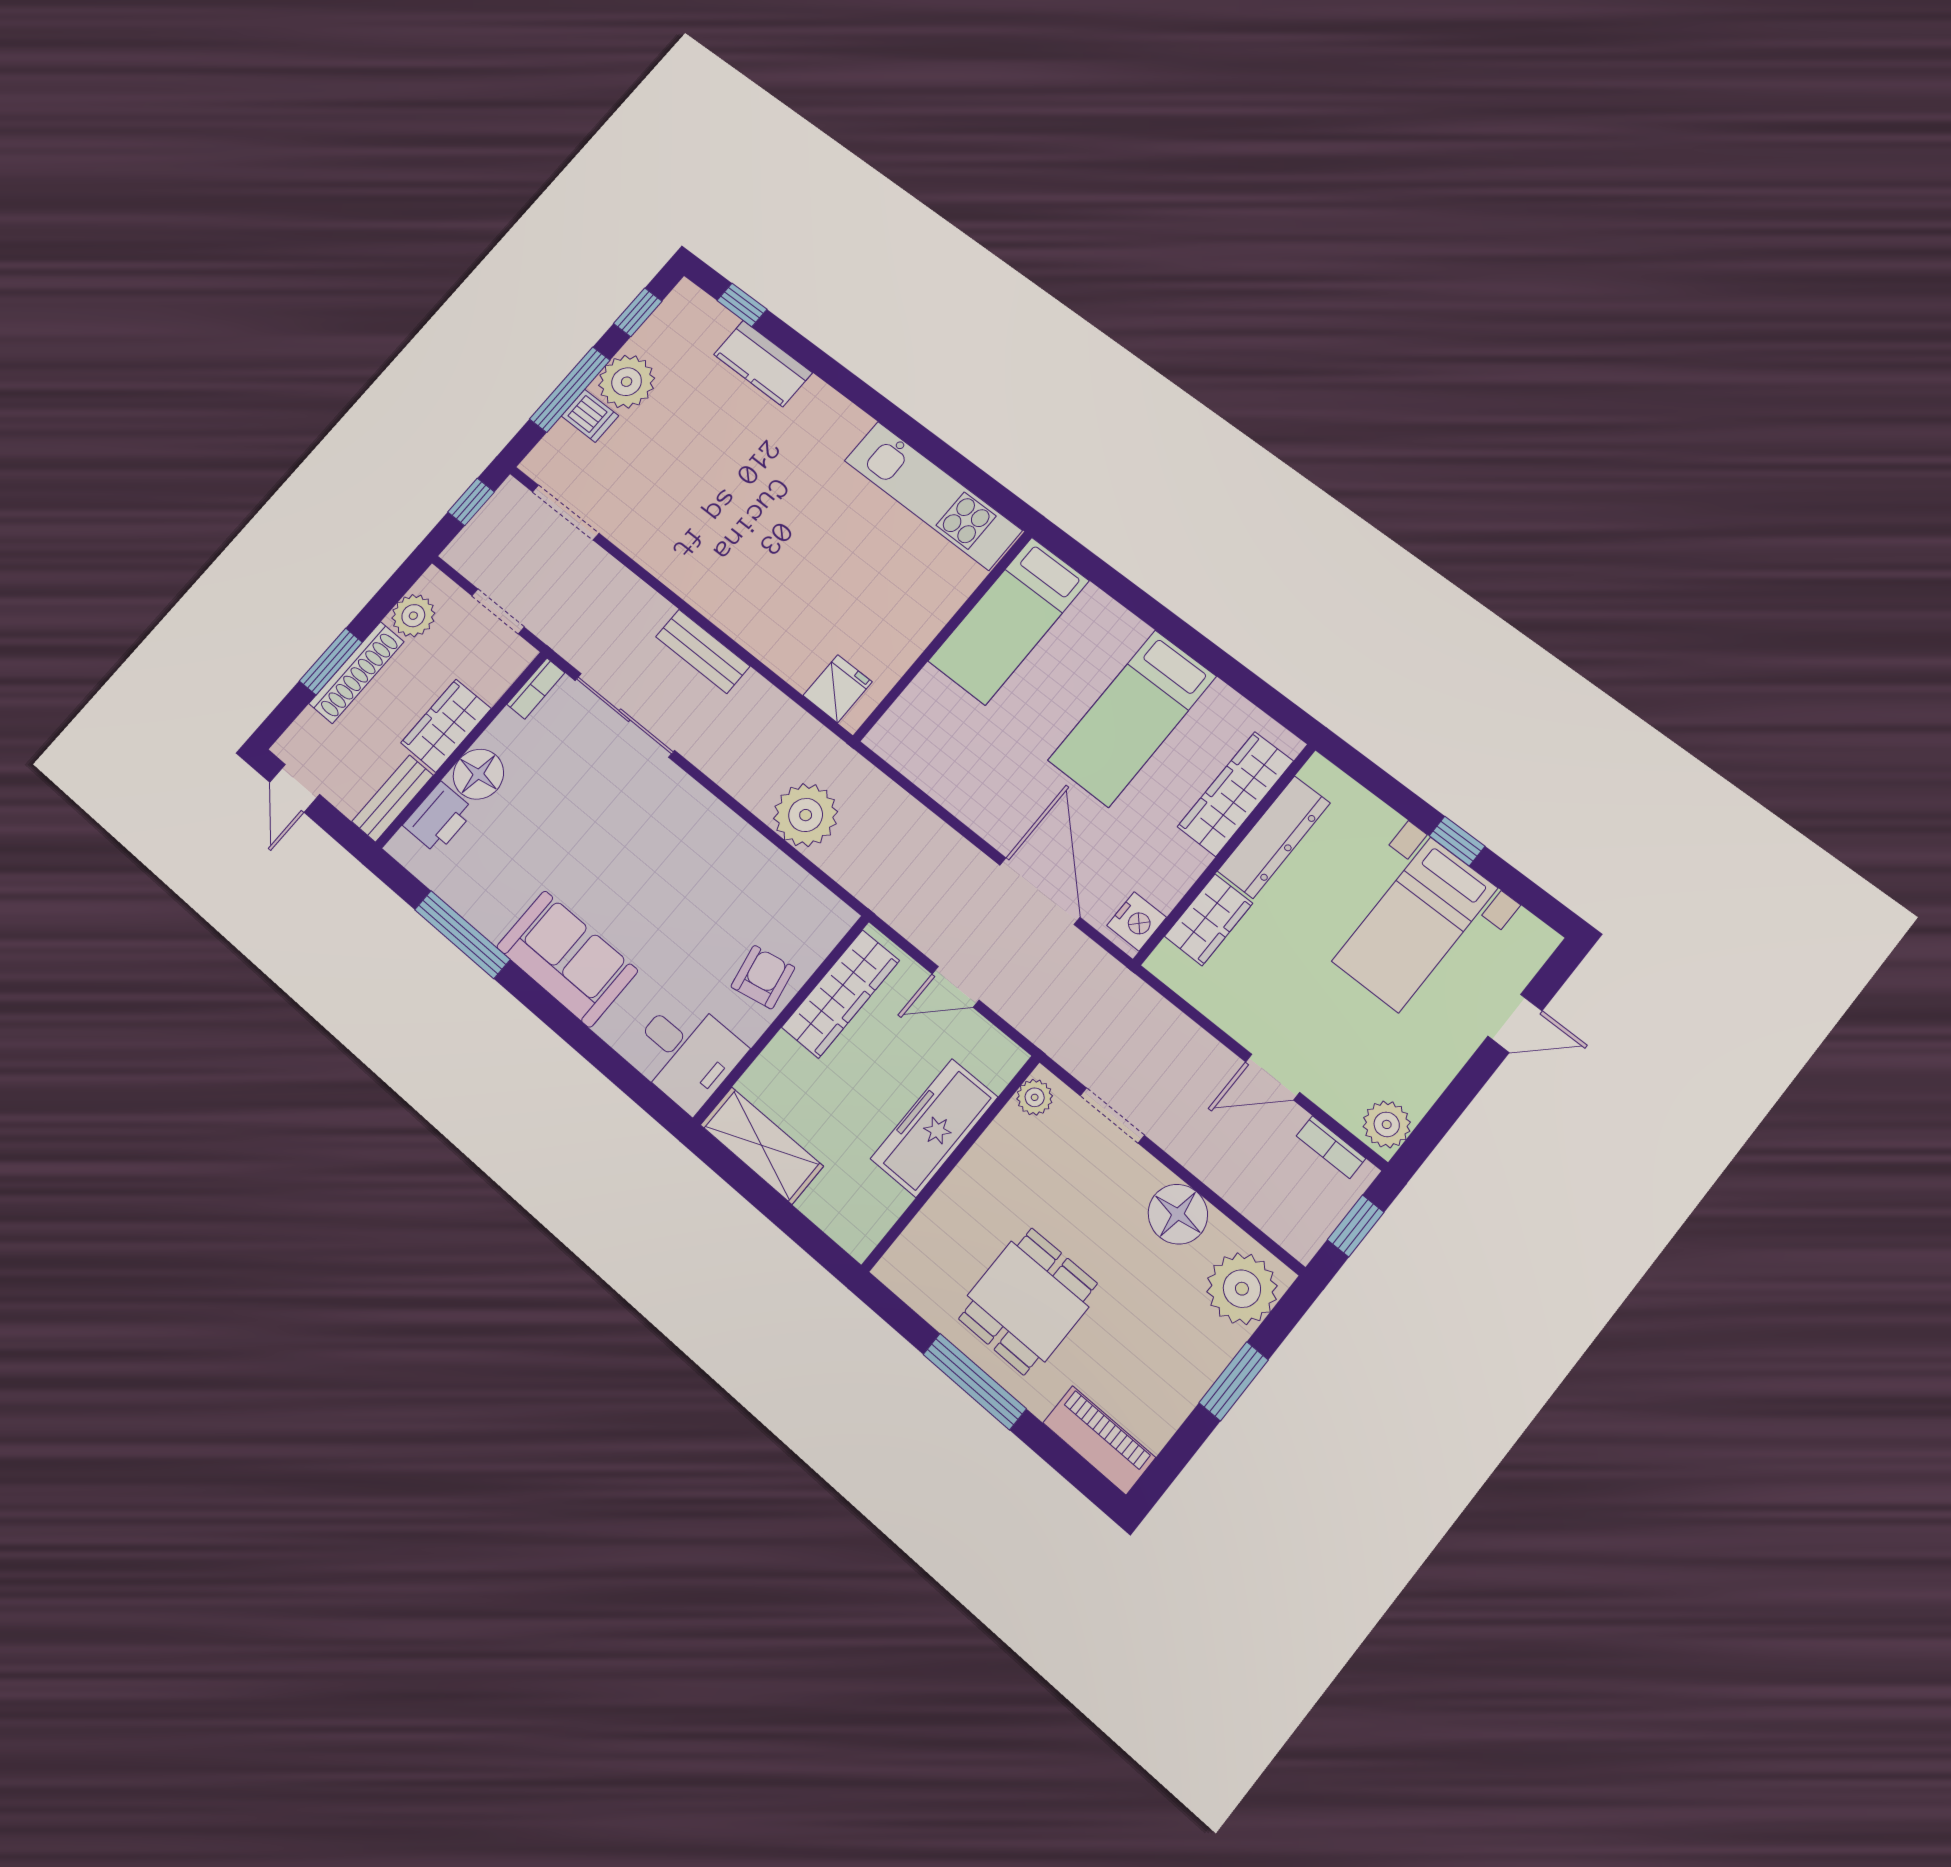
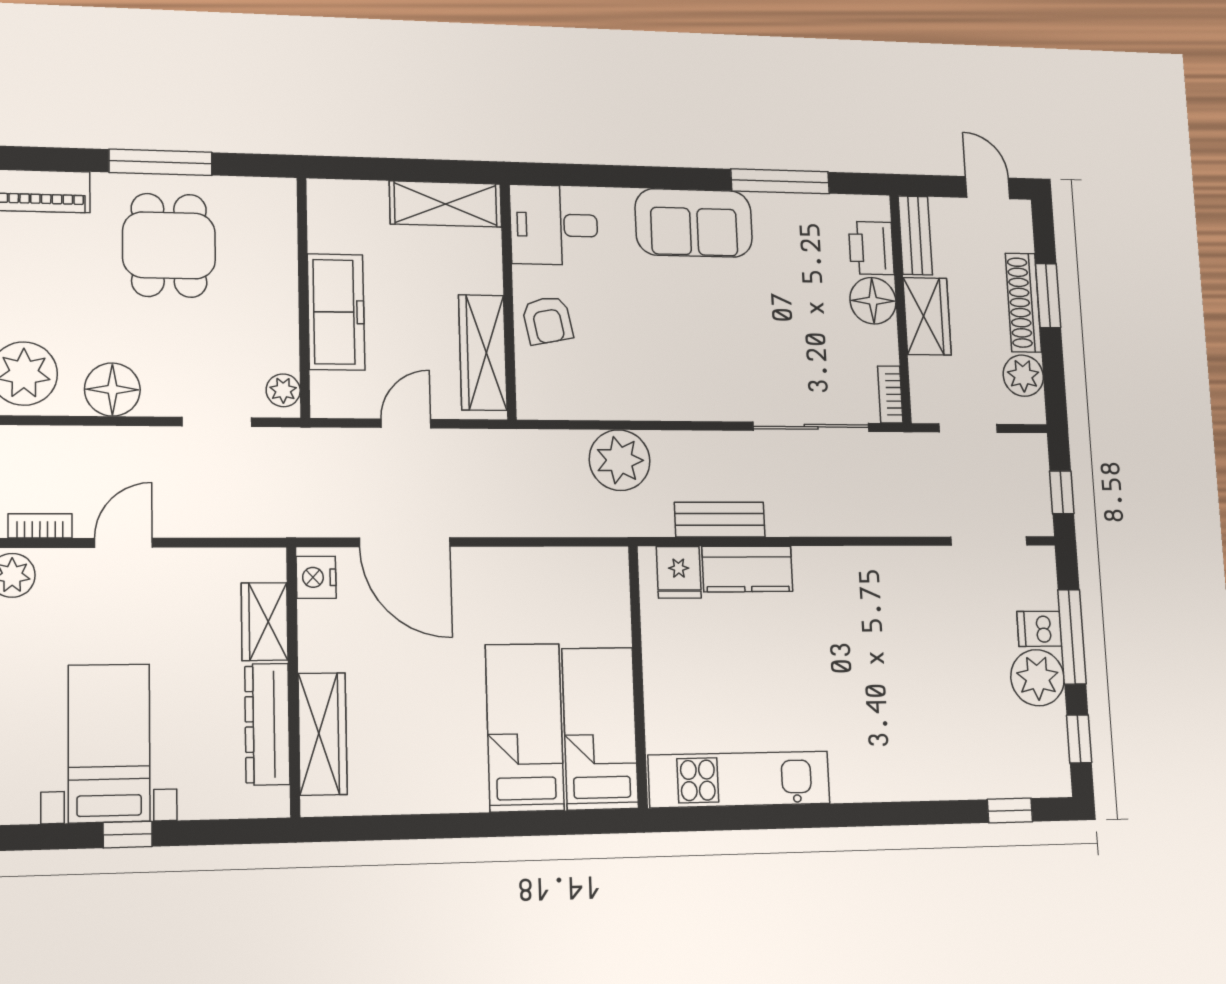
kitchen counter: (763, 363) -> (747, 569), moved, turned 180
bench: (703, 651) -> (720, 520), moved
bed: (1132, 718) -> (525, 727), moved

